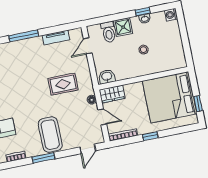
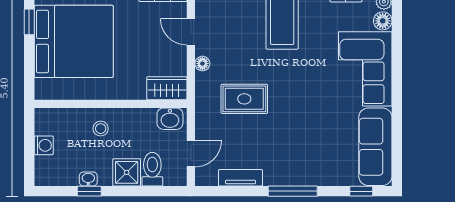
washing machine: (171, 15) -> (44, 145), moved
washbasin: (107, 77) -> (170, 119), moved
wall: (143, 78) -> (111, 104), moved
wardrobe: (112, 94) -> (167, 88), moved

